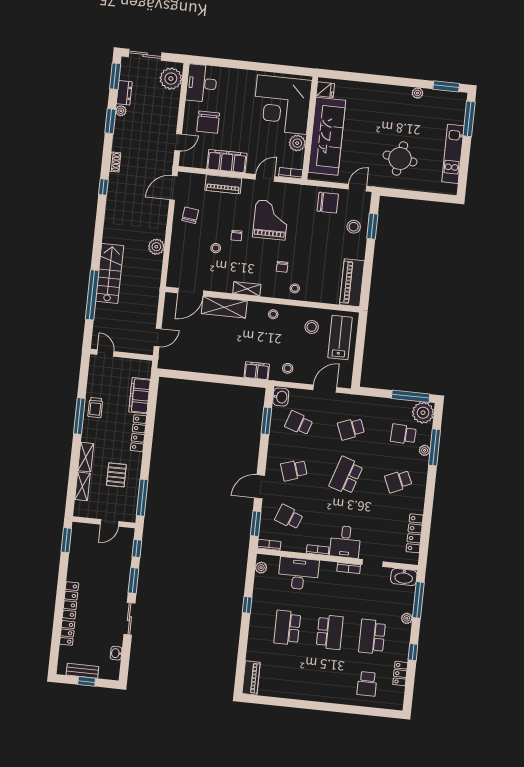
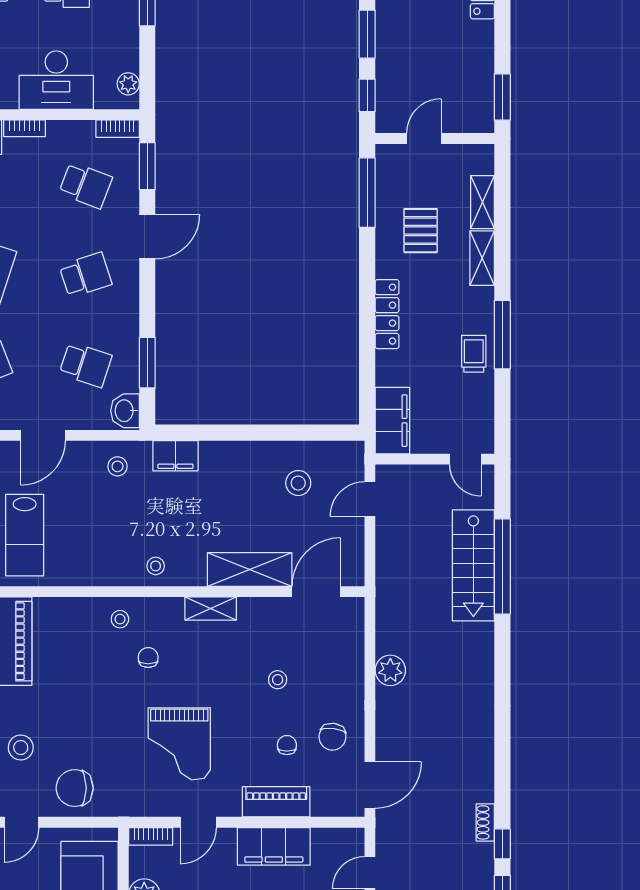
window: (103, 187) -> (502, 844), moved
chair: (237, 235) -> (287, 745), moved
stairs: (110, 273) -> (473, 565), moved
stool: (312, 327) -> (298, 483), moved
filing cabinet: (140, 396) -> (392, 421), moved

